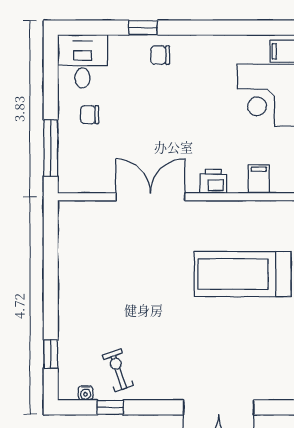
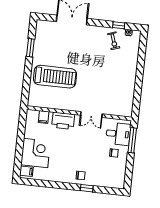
desk: (82, 61) -> (118, 134), moved, turned -90
printer: (213, 181) -> (63, 121), width x1.87, depth x1.48
double door: (150, 197) -> (91, 115), width x0.73
window: (51, 354) -> (142, 51), removed

